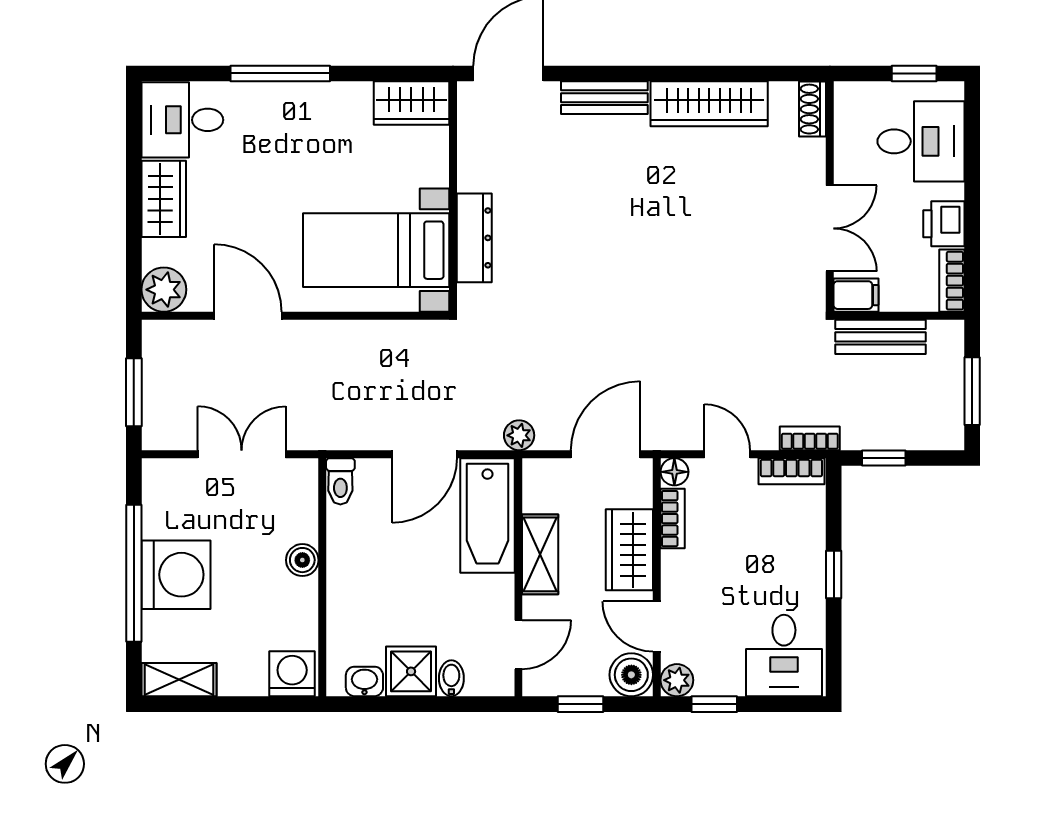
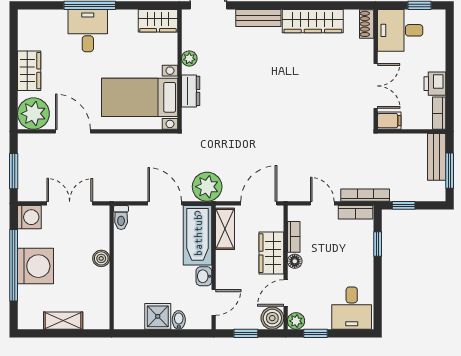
desk: (182, 120) -> (88, 31), moved, turned 90
desk: (921, 141) -> (400, 30), moved, turned 180
plant: (472, 175) -> (189, 58), added
dresser: (474, 238) -> (191, 91), width x0.70
plant: (164, 290) -> (33, 114), width x1.36, depth x1.36
bench: (881, 337) -> (437, 157), moved, turned 90
plant: (519, 435) -> (207, 187), width x1.88, depth x1.88
bookcase: (810, 438) -> (365, 195), width x1.56
door: (424, 454) -> (165, 203), swing flipped
floor lamp: (674, 472) -> (295, 261), moved
shelving: (540, 554) -> (225, 229), moved
window: (834, 574) -> (378, 244), moved
door: (657, 626) -> (286, 293), hinge flipped
washing machine: (292, 674) -> (29, 217), moved, turned 90
shelving: (179, 680) -> (63, 321), moved
washbasin: (364, 681) -> (204, 276), moved, turned -90

